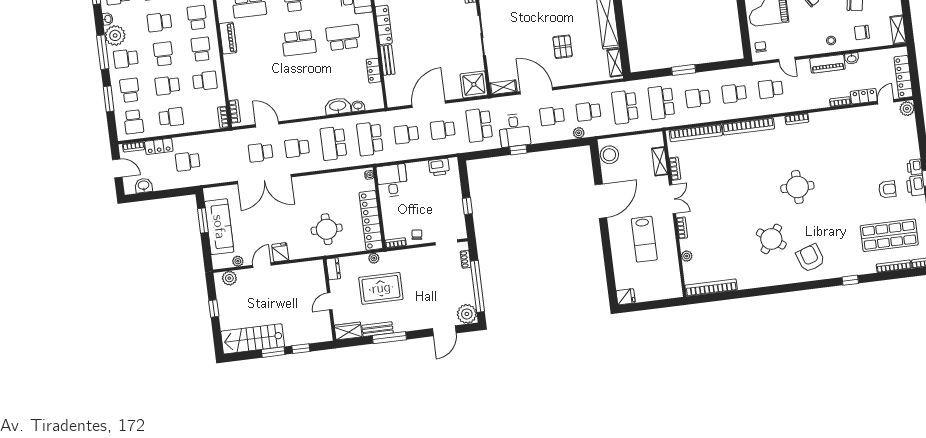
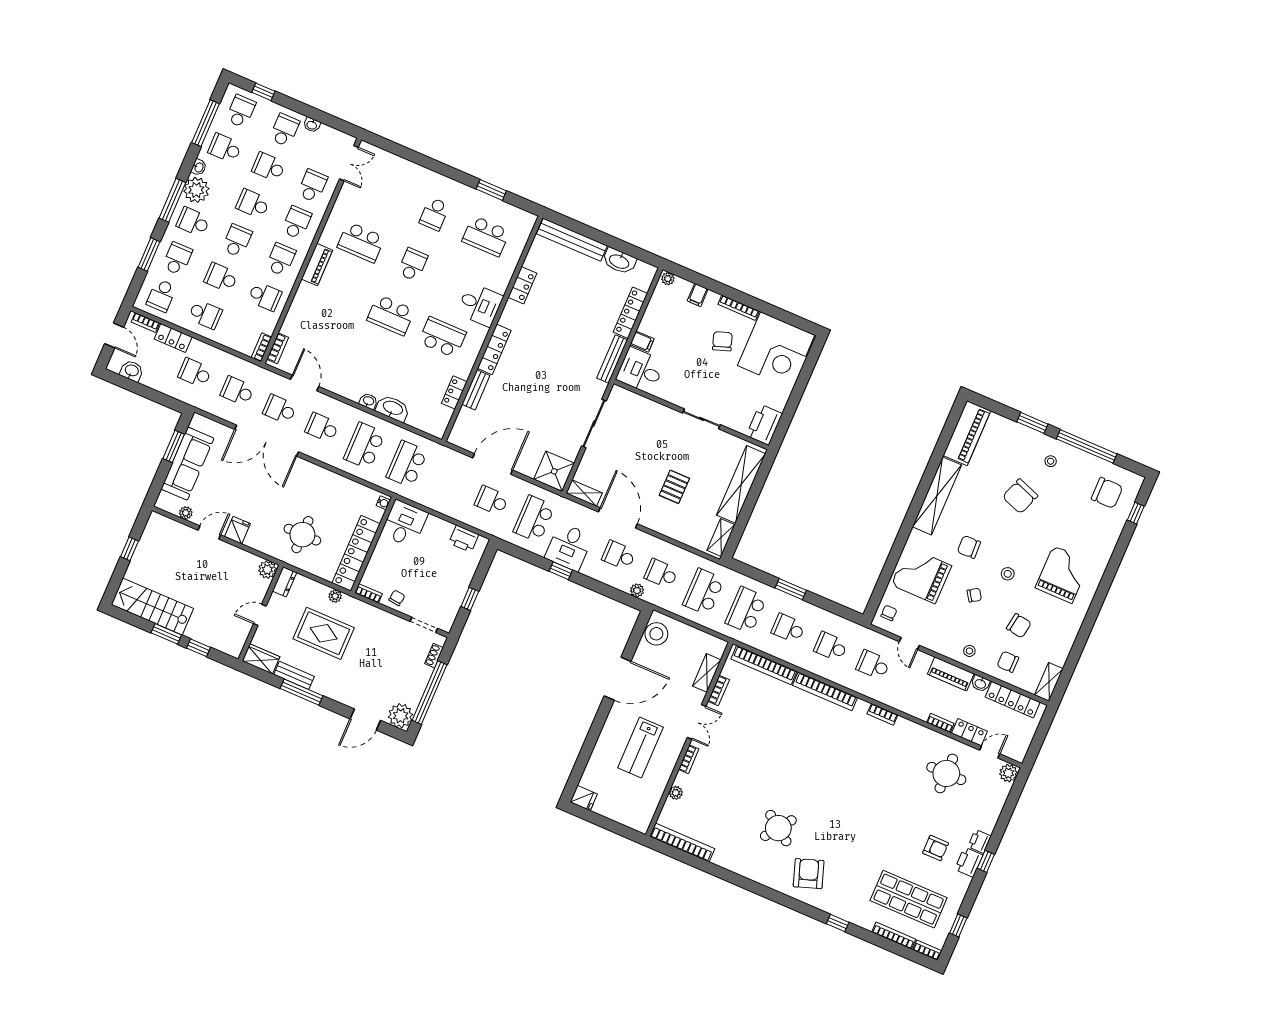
locker: (903, 77) -> (1013, 700), moved, turned -90
washbasin: (358, 106) -> (368, 401), moved
school desk: (406, 134) -> (237, 391), moved
round table: (797, 187) -> (946, 773), moved
plant: (229, 278) -> (267, 570), moved

